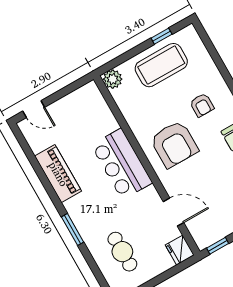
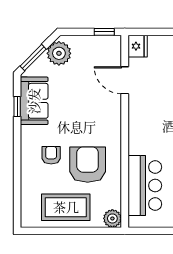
window: (162, 36) -> (52, 231), removed
armchair: (174, 144) -> (88, 165), moved
bar counter: (122, 164) -> (145, 186), moved

